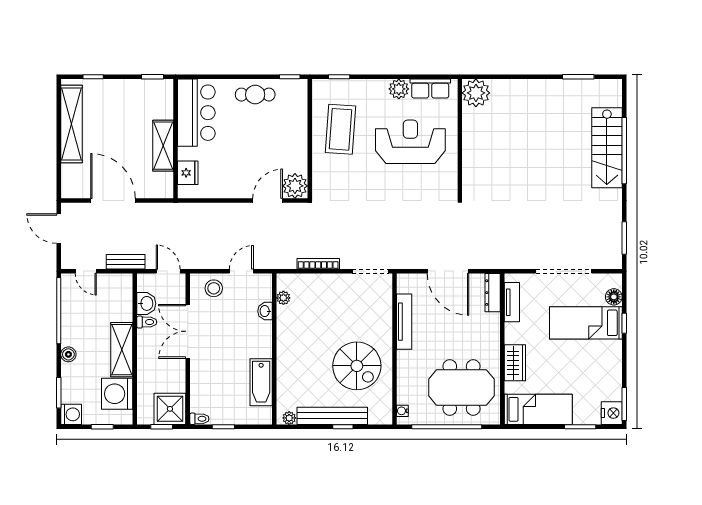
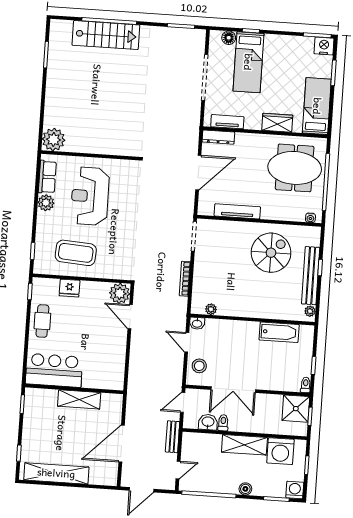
fridge: (188, 173) -> (70, 288), moved, turned 180
washbasin: (265, 311) -> (197, 323), moved
meeting table: (461, 388) -> (295, 168), turned 90

